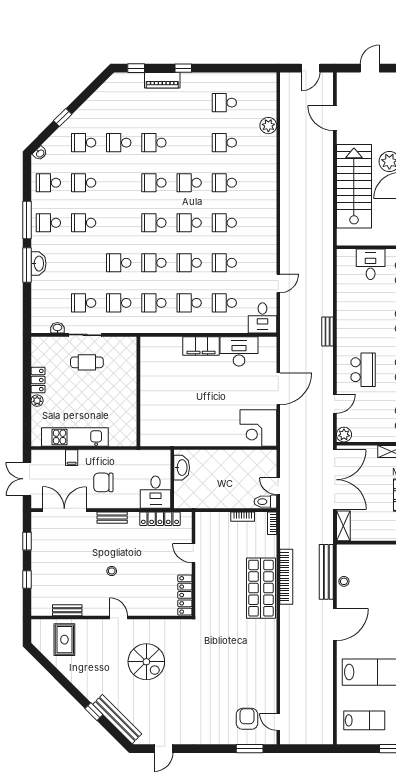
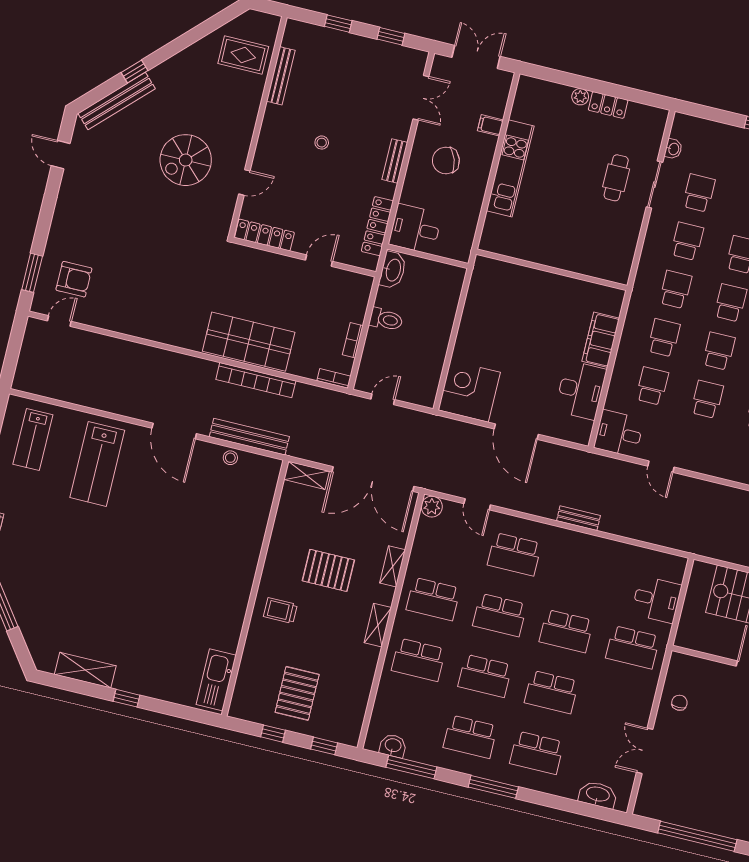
wall: (138, 391) -> (552, 270), moved
kitchen unit: (75, 437) -> (510, 168), moved
washbasin: (182, 468) -> (393, 270), moved, turned -90
chair: (103, 482) -> (446, 161), turned -109
toilet: (265, 502) -> (386, 319), moved, turned 90
double door: (64, 510) -> (421, 98), width x0.73
bench: (67, 610) -> (281, 76), width x1.36
door: (119, 618) -> (244, 182), moved

